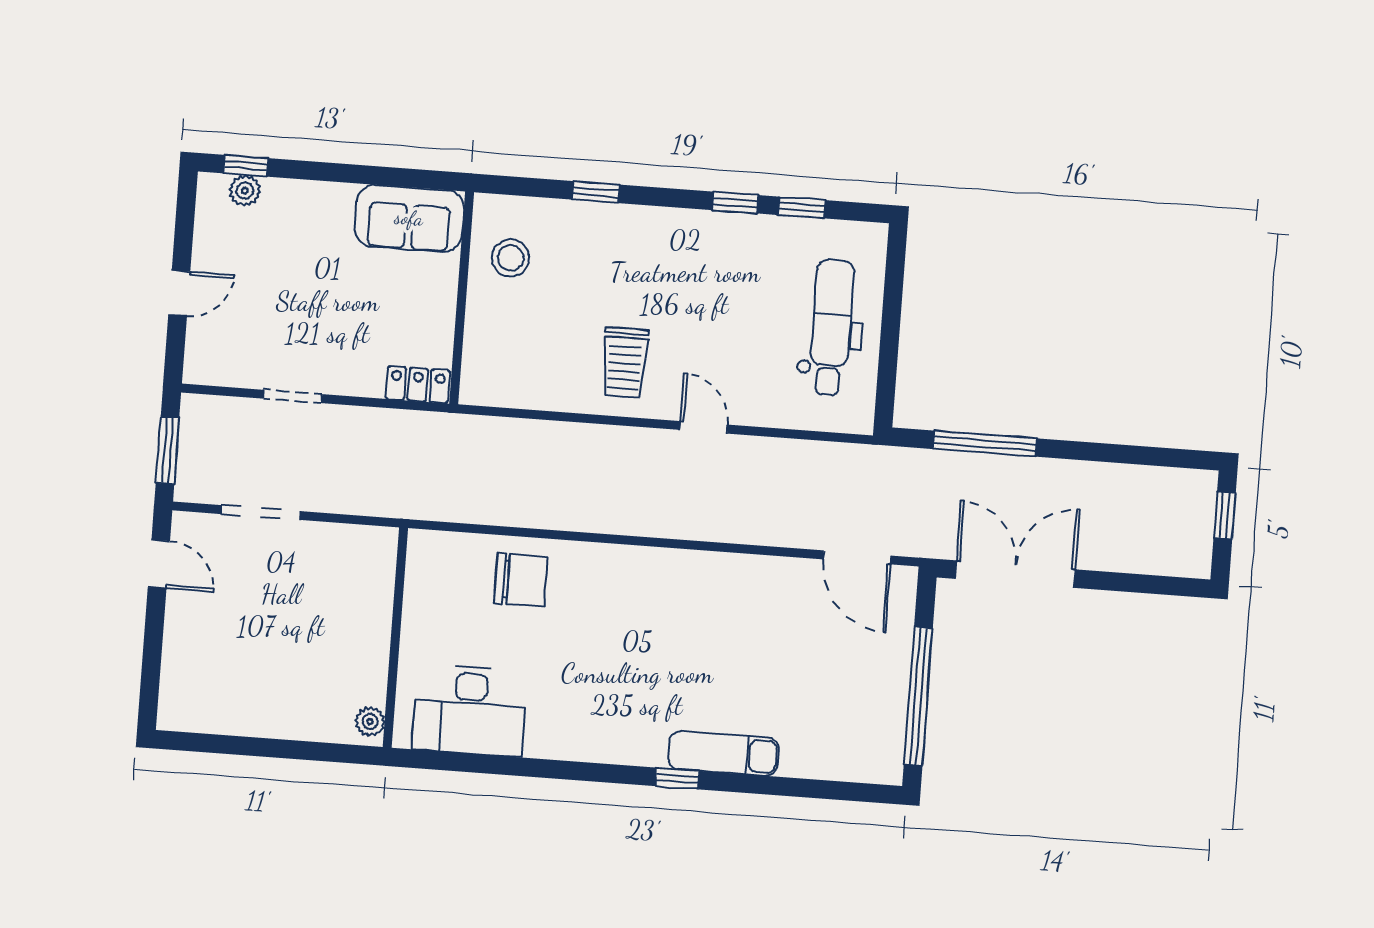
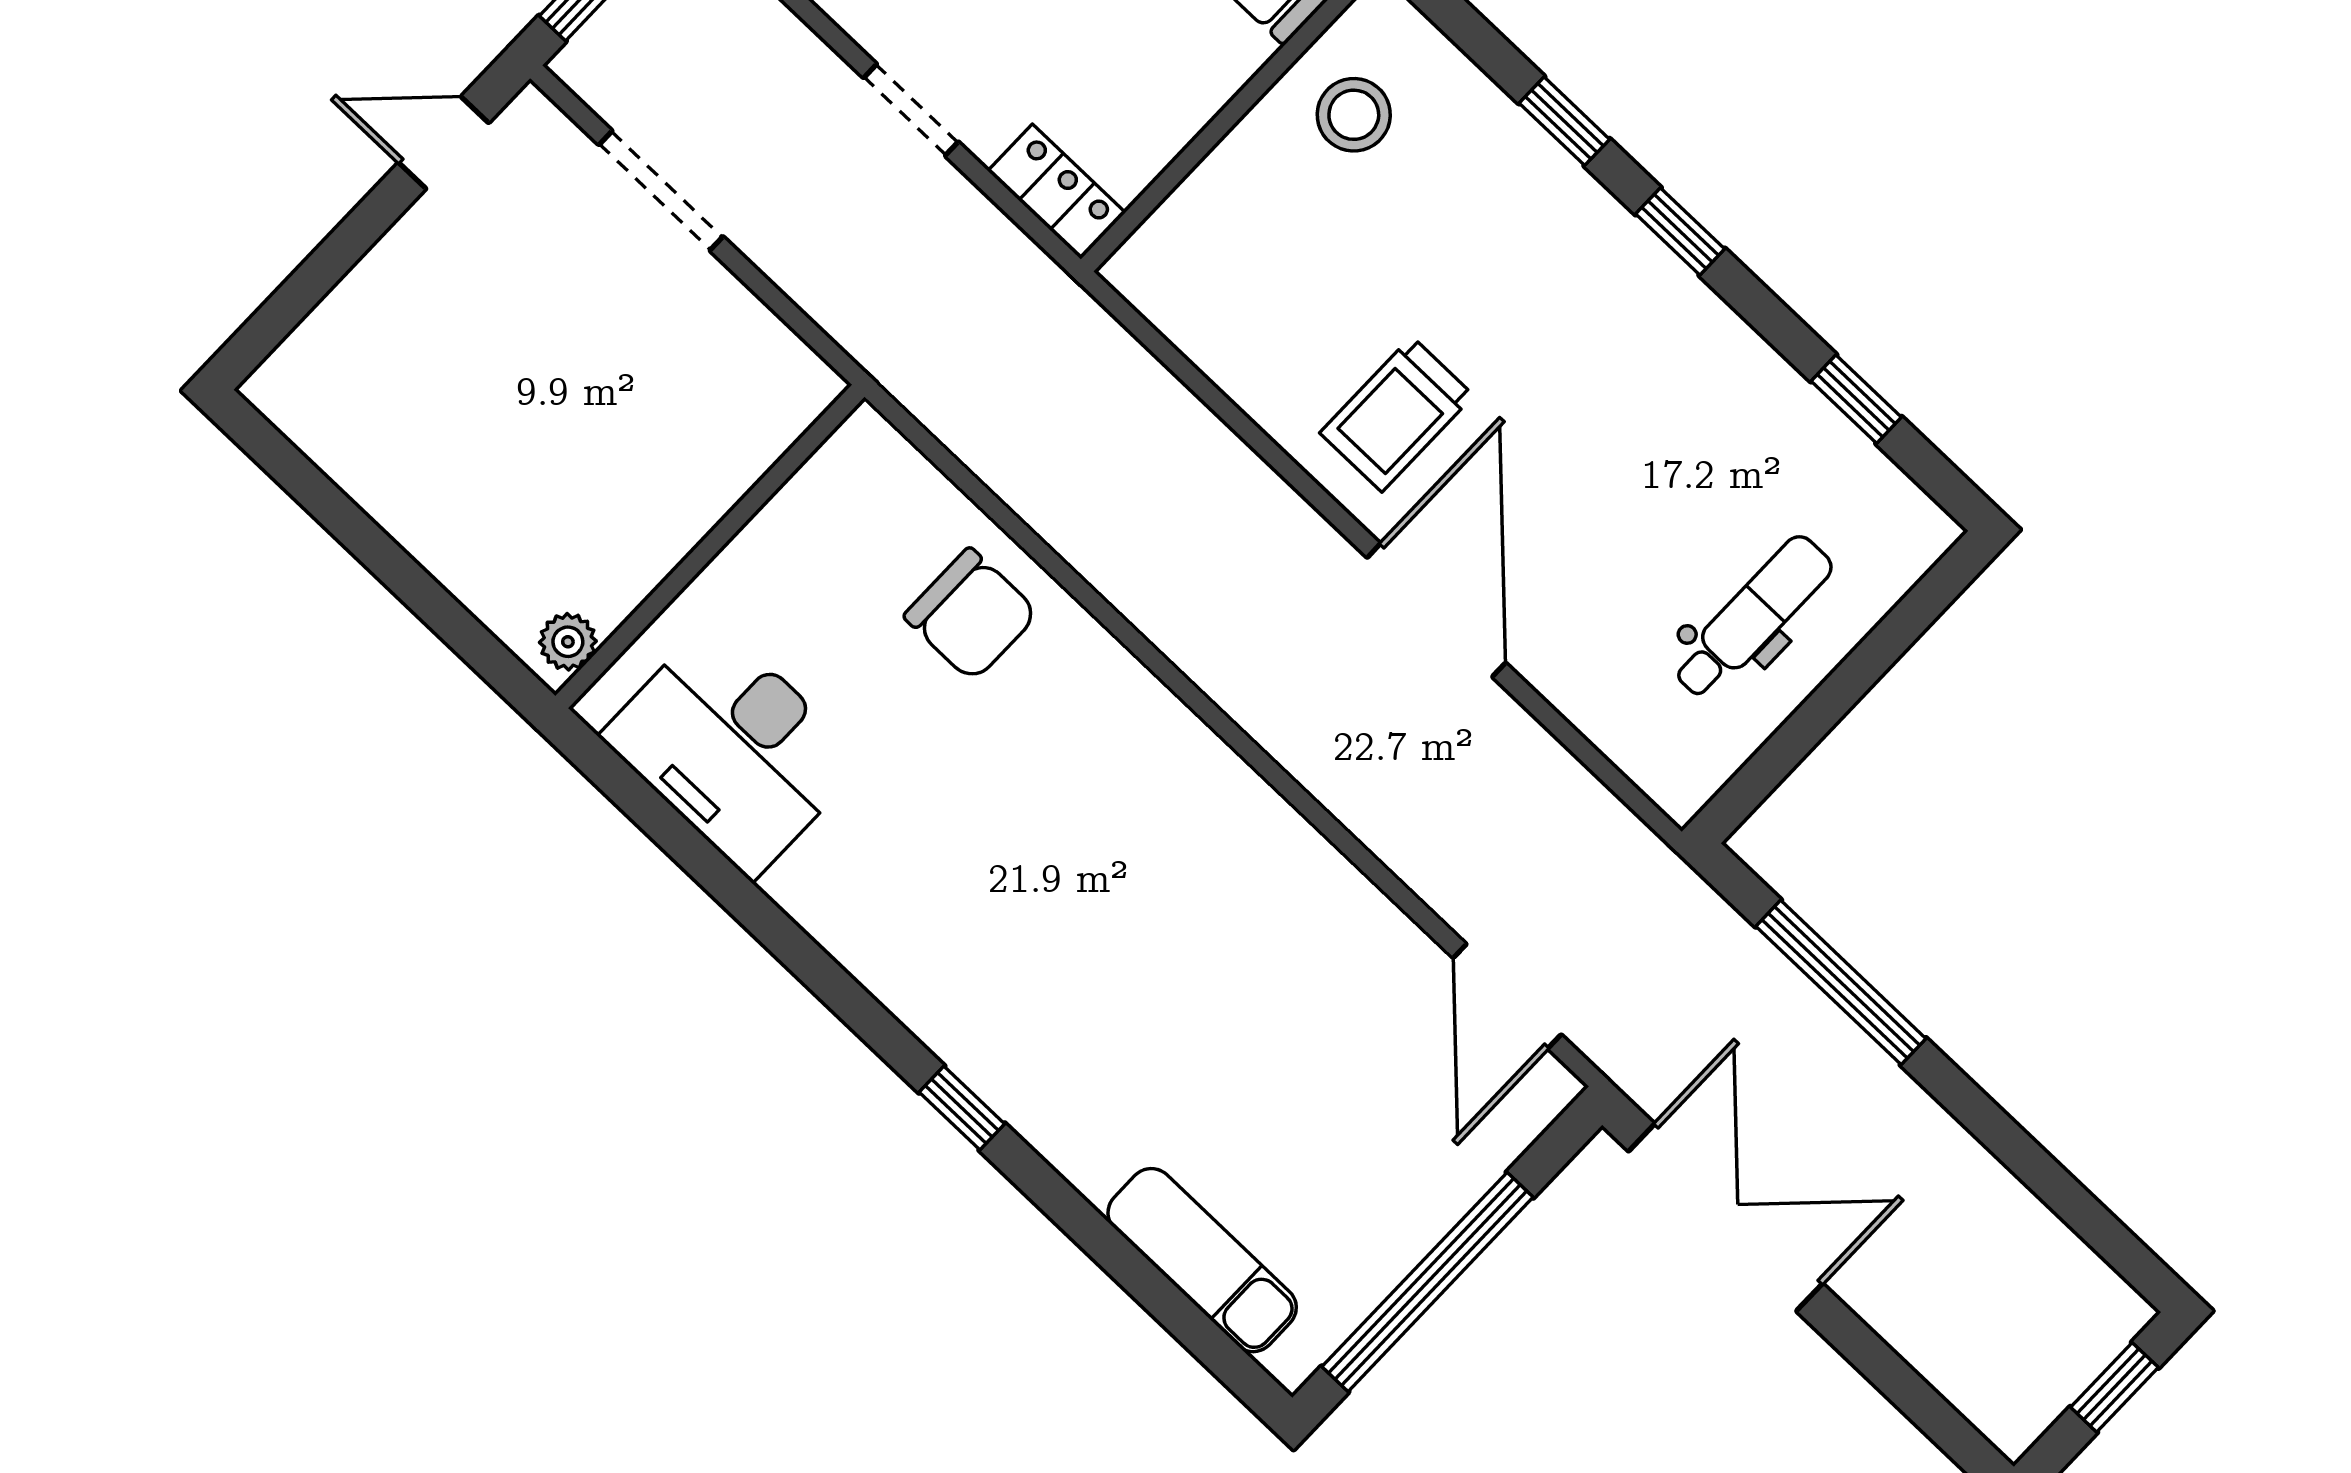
window: (735, 203) -> (1680, 231), moved
dental chair: (831, 328) -> (1752, 618), width x0.73, depth x0.72
doorway: (293, 396) -> (911, 110), moved
door: (704, 427) -> (1436, 610), width x1.87
door: (159, 564) -> (444, 143), swing flipped
exam couch: (723, 753) -> (1202, 1260), moved

